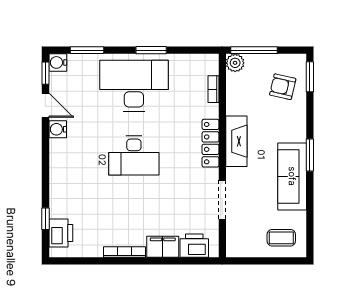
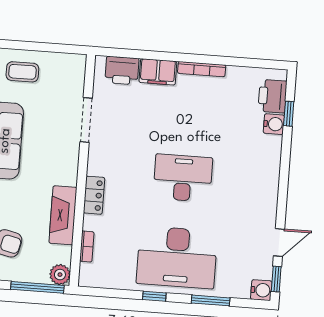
window: (87, 50) -> (211, 300), moved
window: (151, 50) -> (154, 296), width x0.67
door: (45, 105) -> (279, 242), swing flipped
water cooler: (58, 129) -> (274, 124), moved
fireplace: (236, 141) -> (63, 215), moved
locker: (210, 143) -> (94, 195), width x0.66

